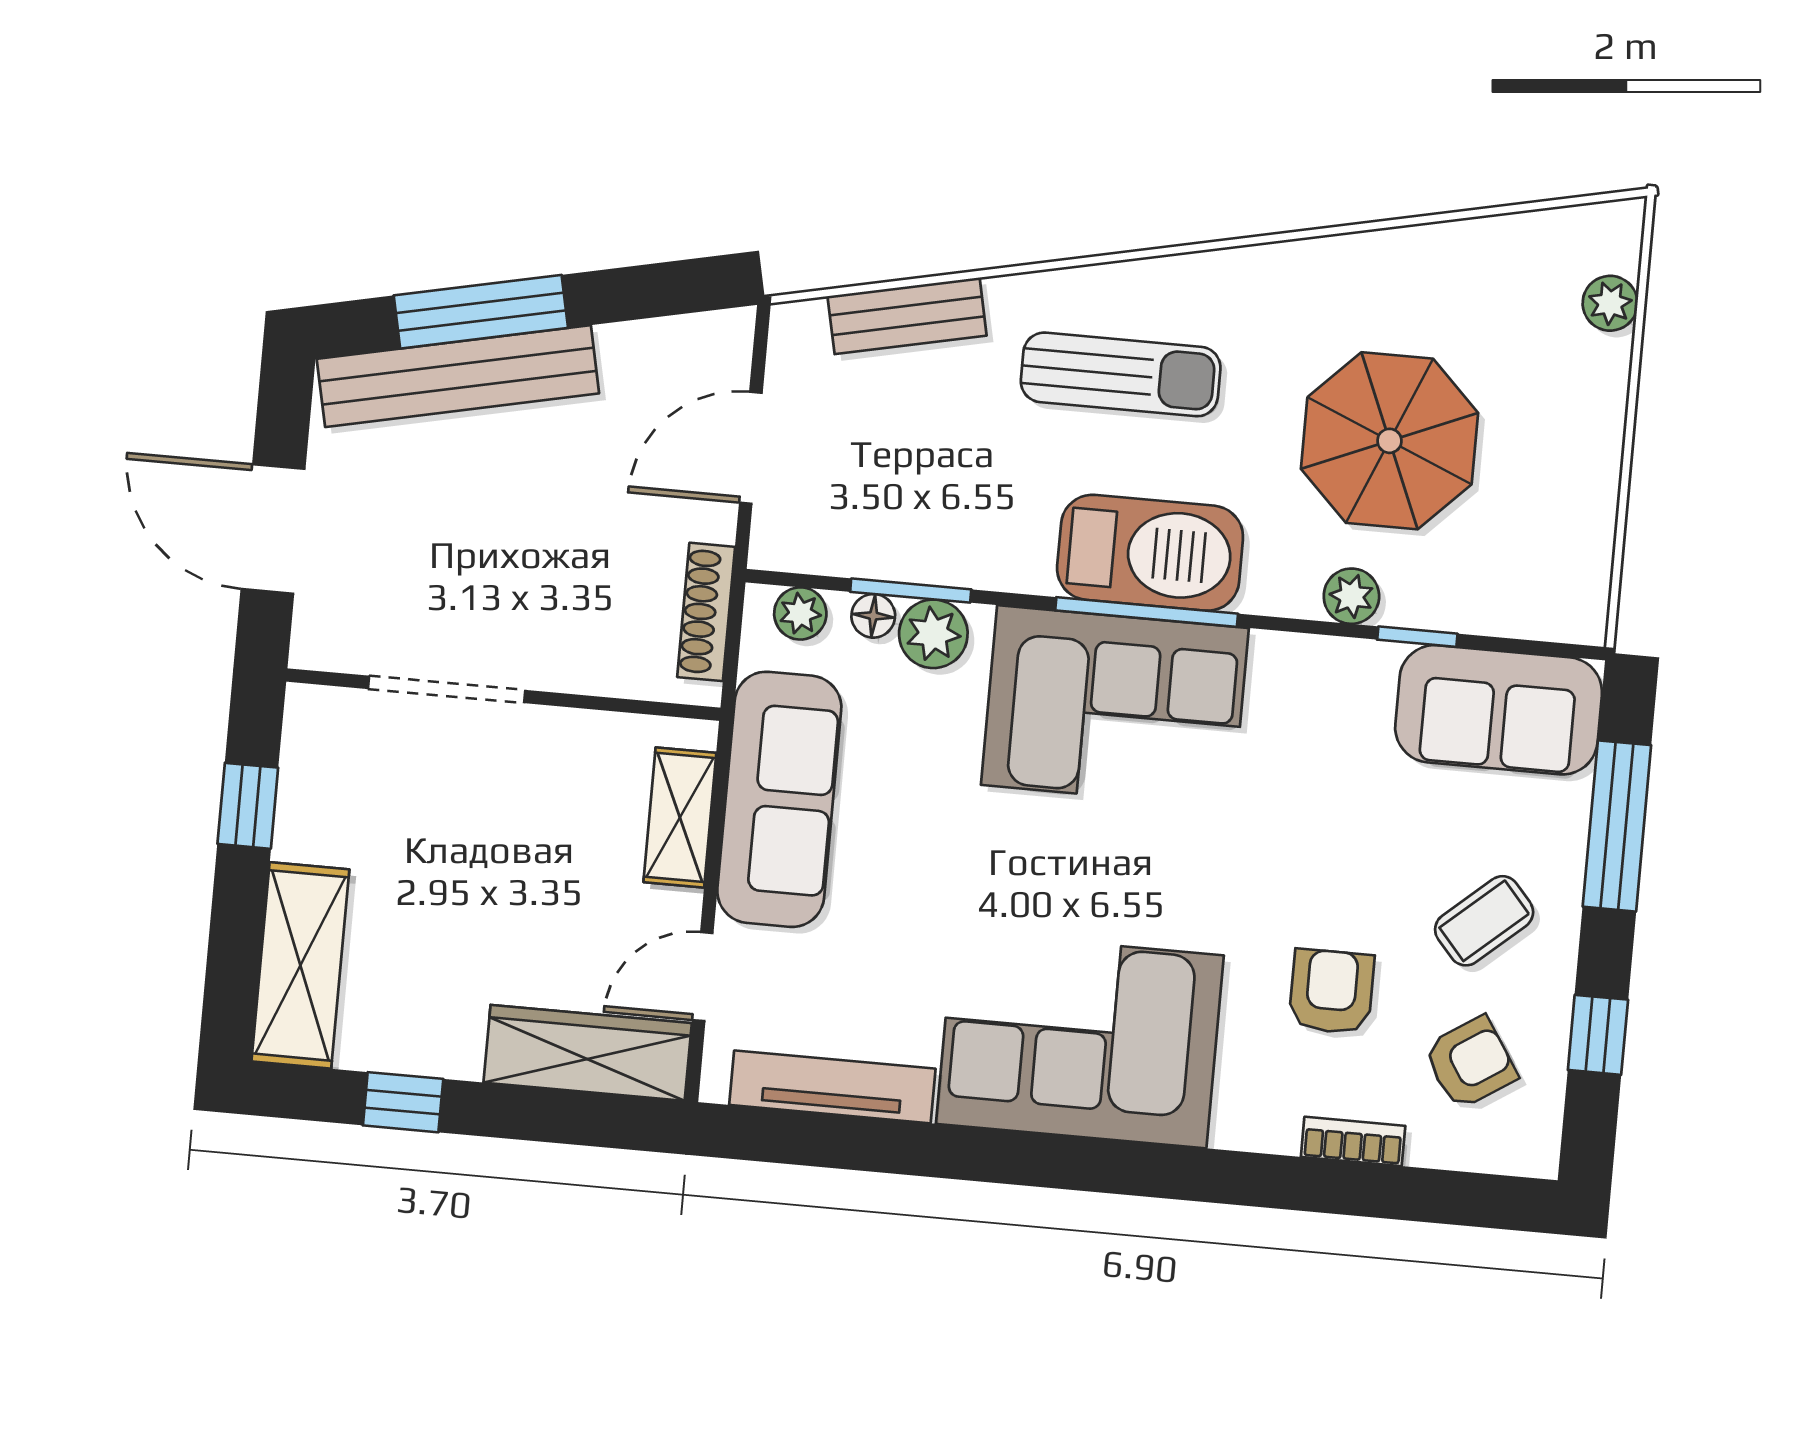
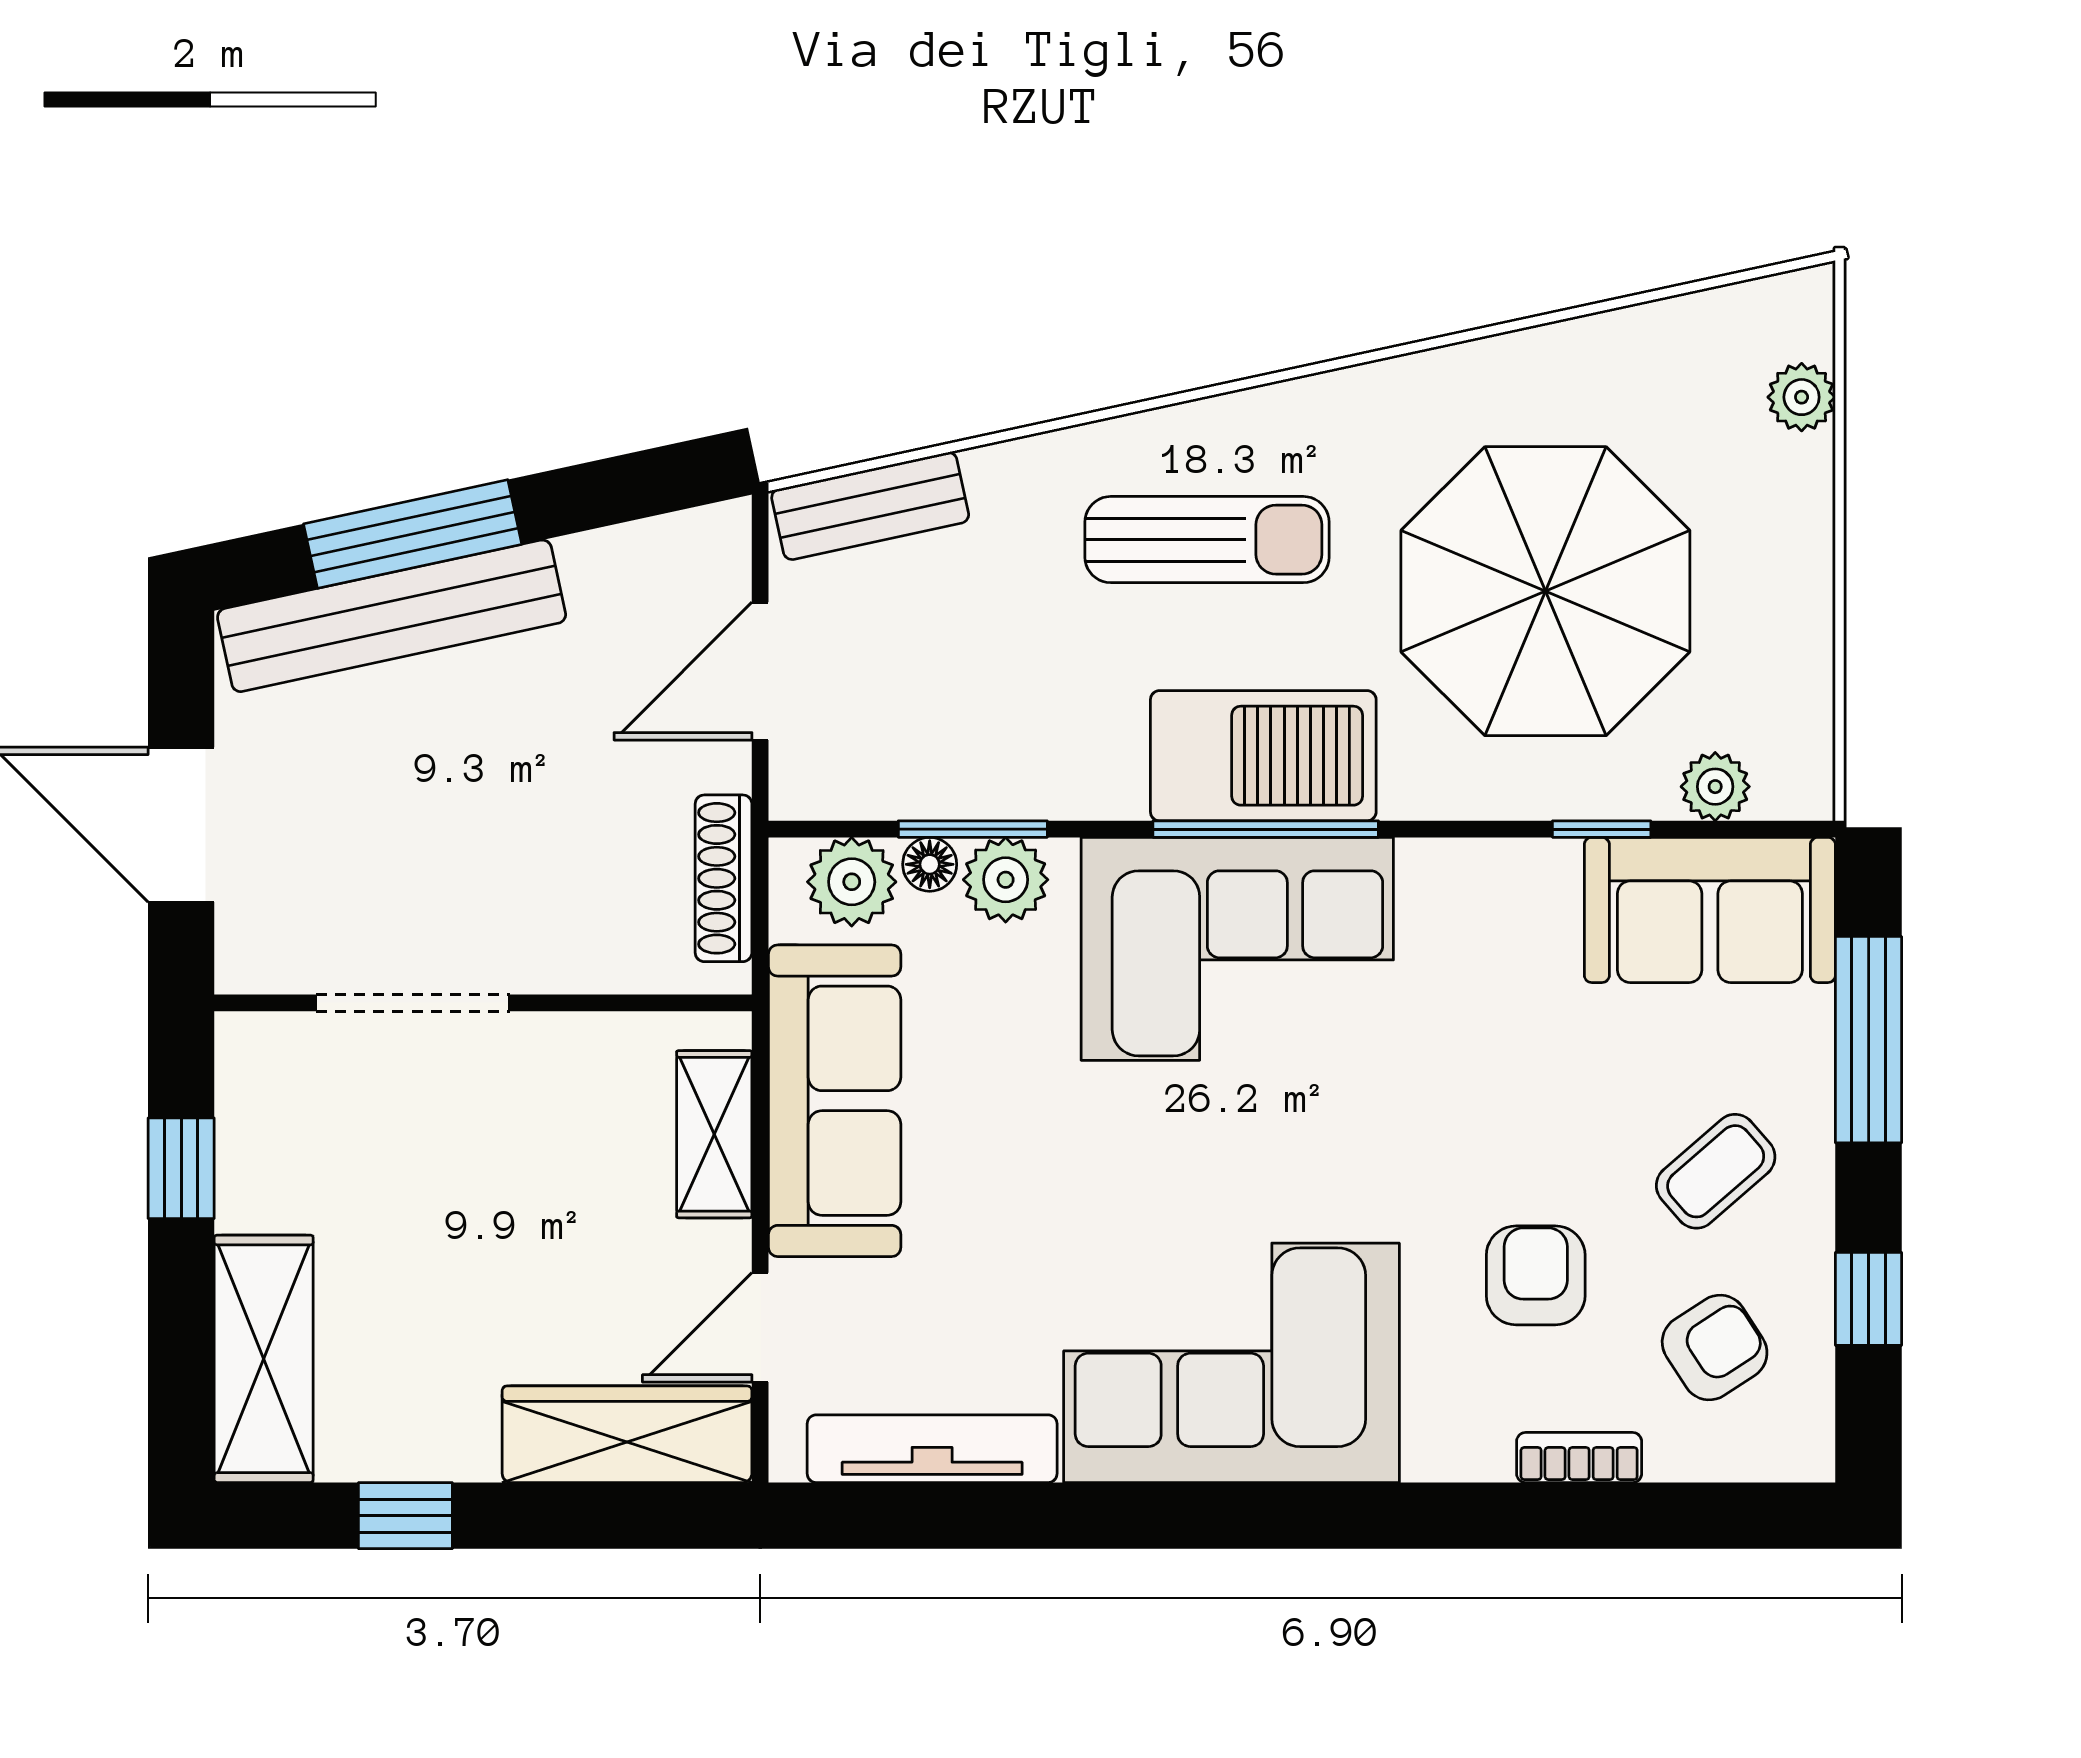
bench: (907, 316) -> (870, 506), moved
parasol: (1390, 441) -> (1545, 591), width x1.36, depth x1.36
plant: (1351, 596) -> (1715, 787), moved
plant: (800, 613) -> (852, 882), width x1.38, depth x1.38

